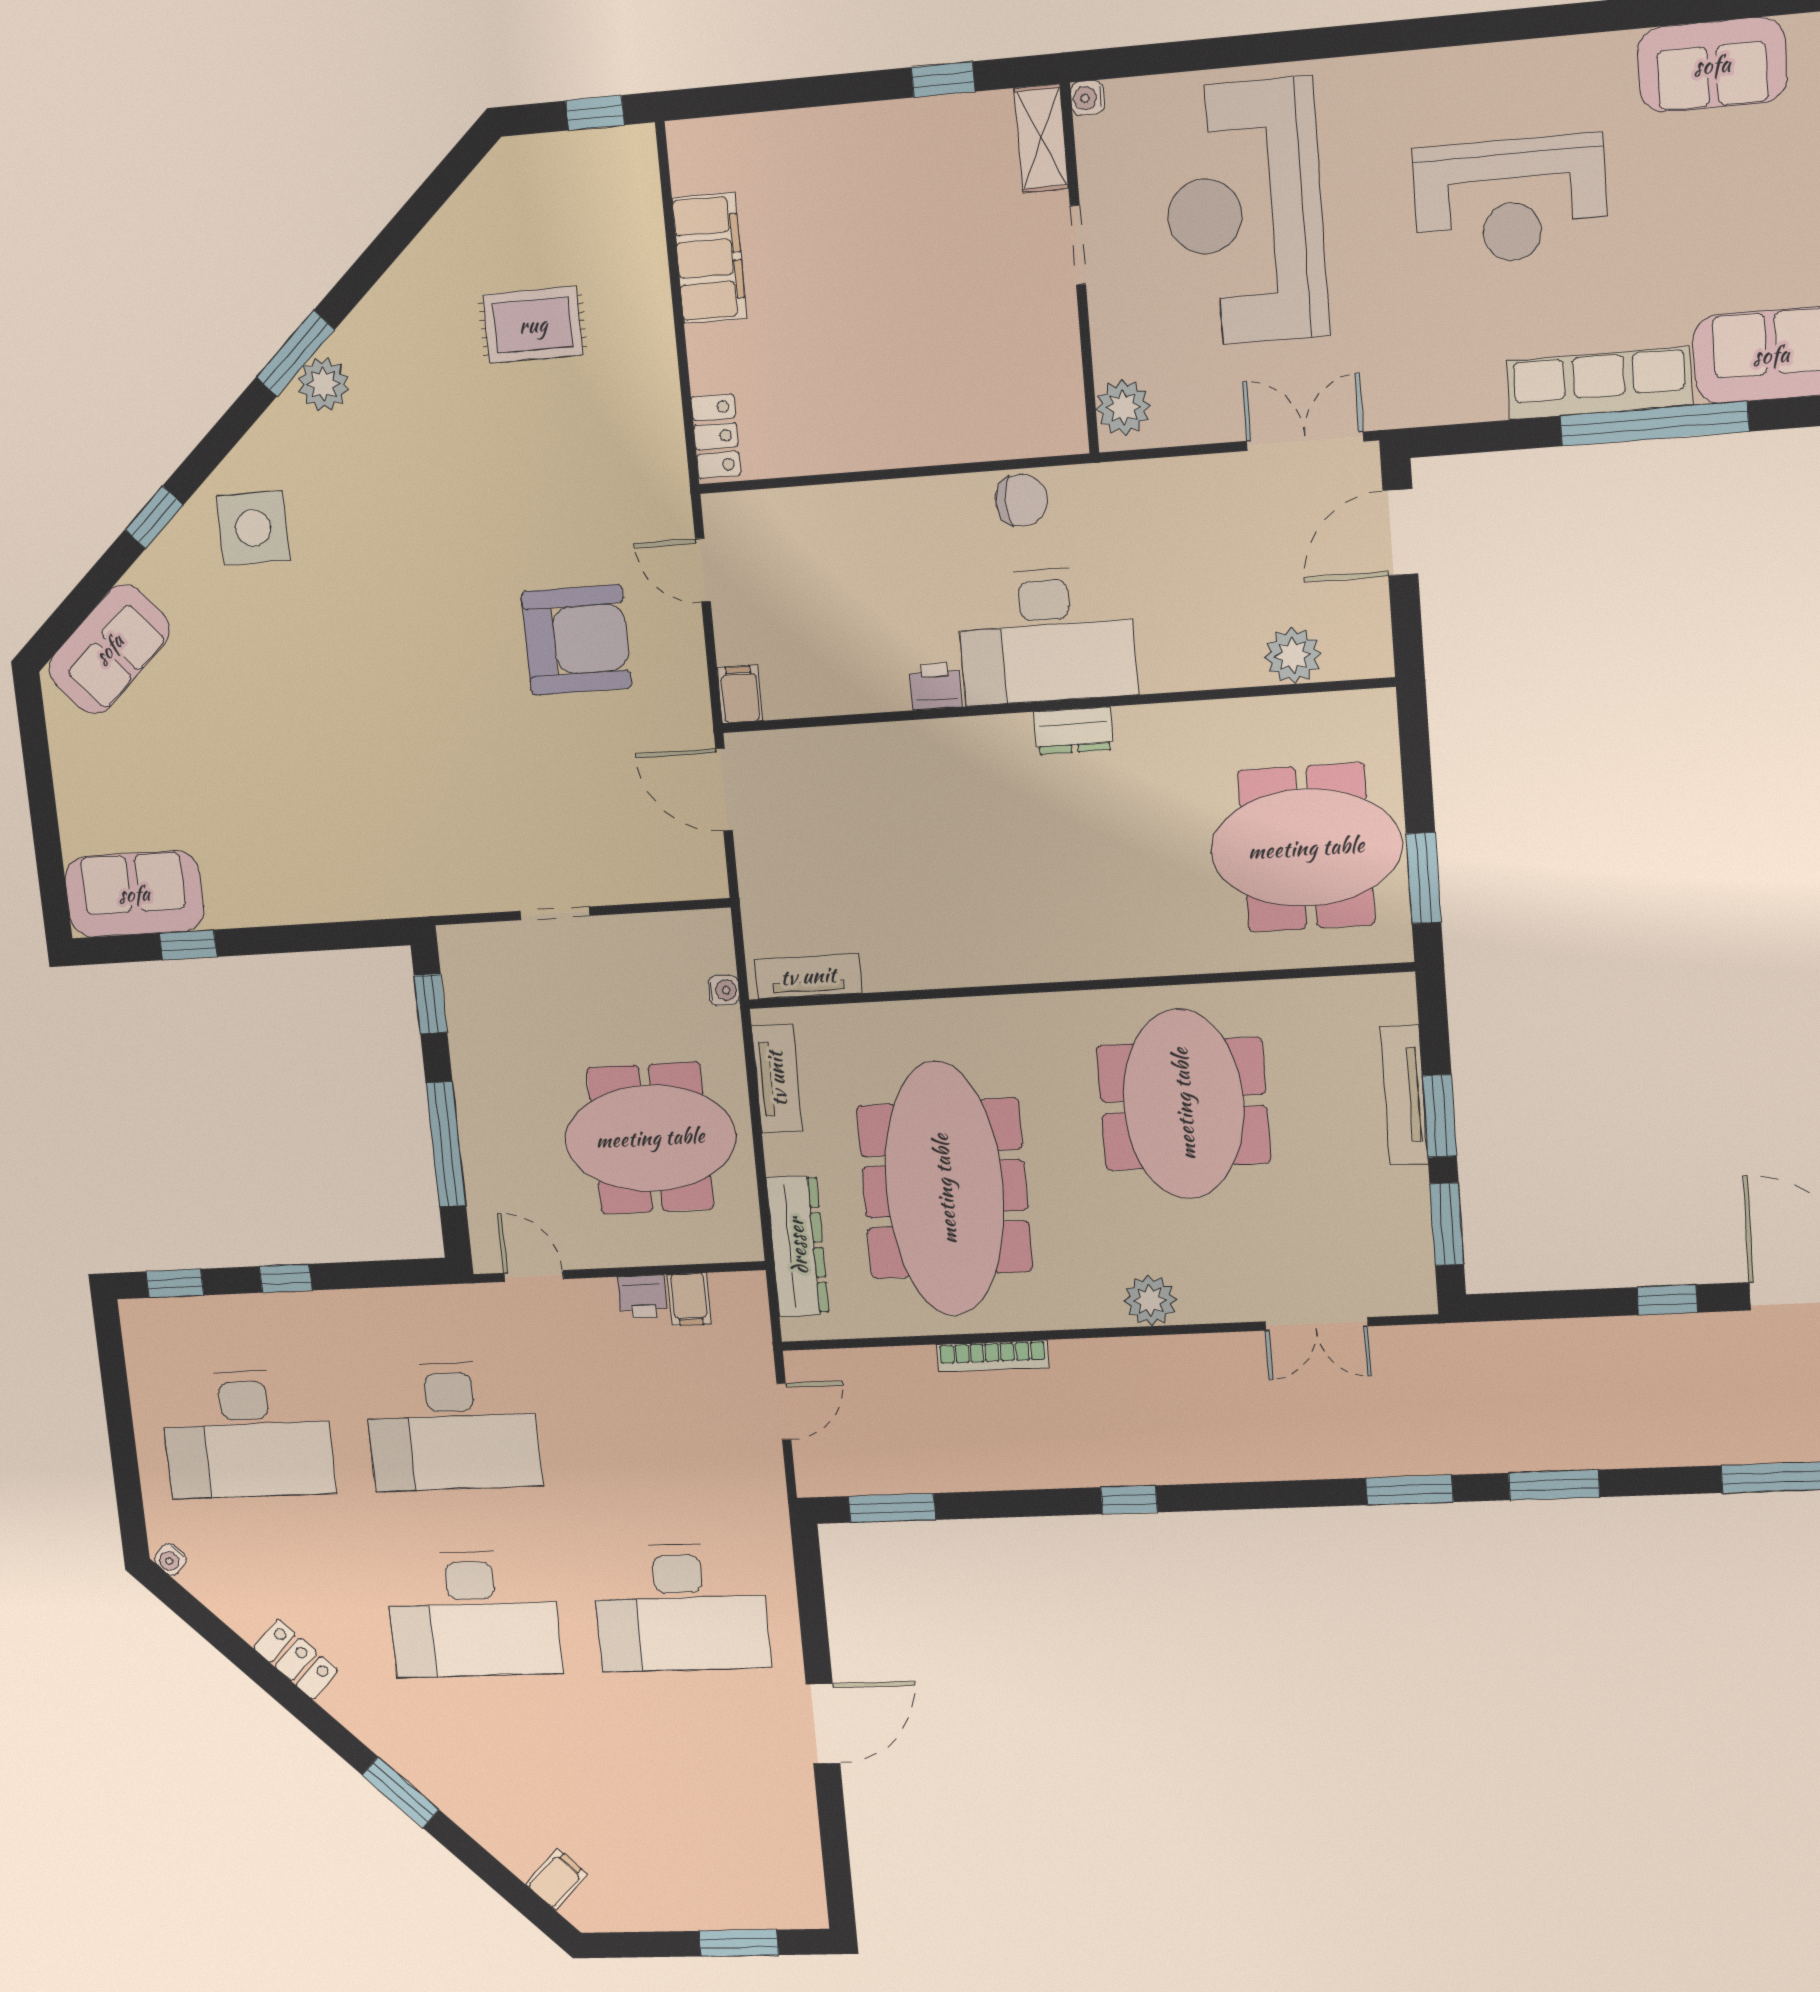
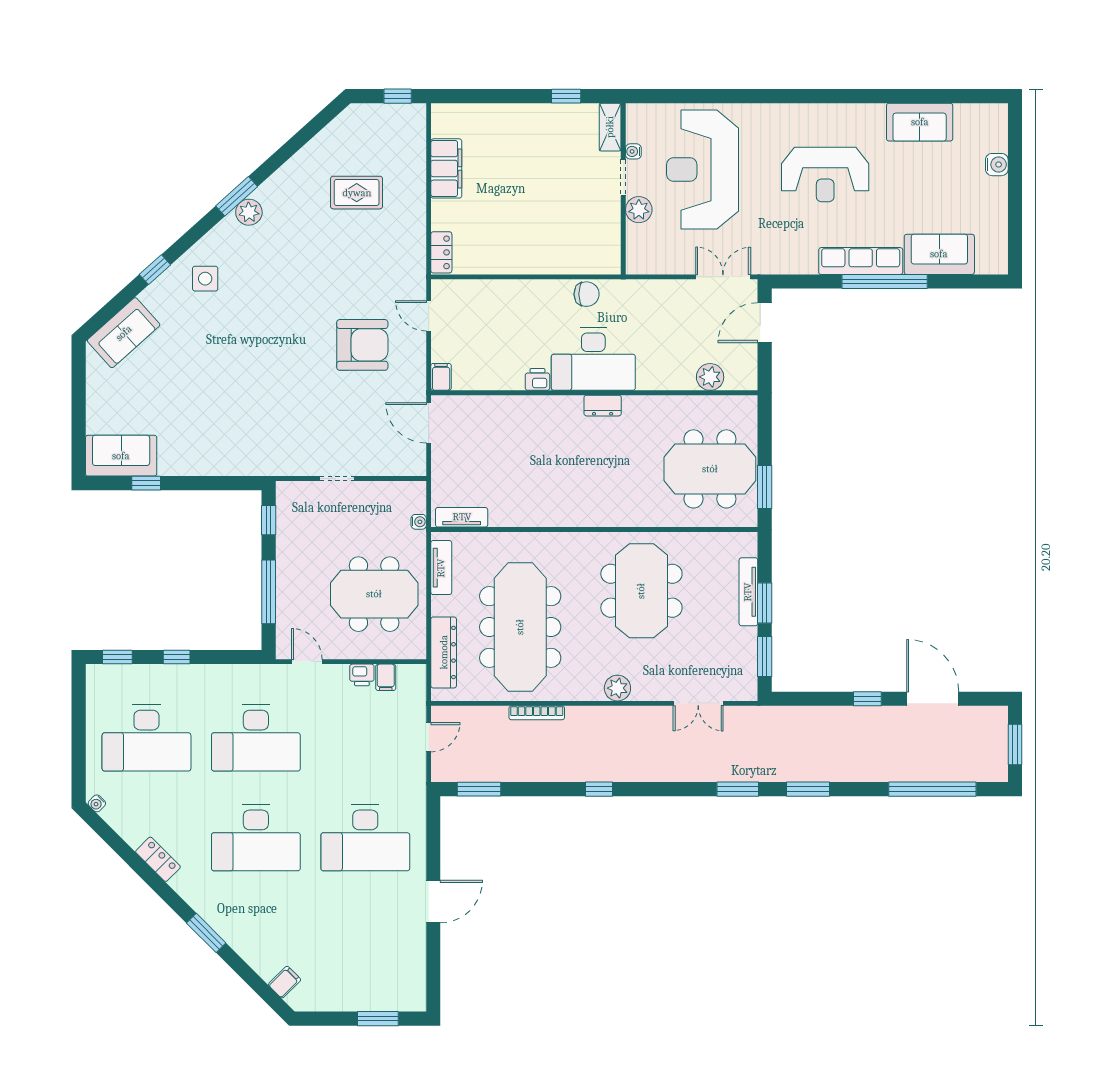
water cooler: (1088, 98) -> (633, 151), moved
plant: (1123, 407) -> (639, 210), moved
side table: (253, 528) -> (205, 279), width x0.73, depth x0.73

